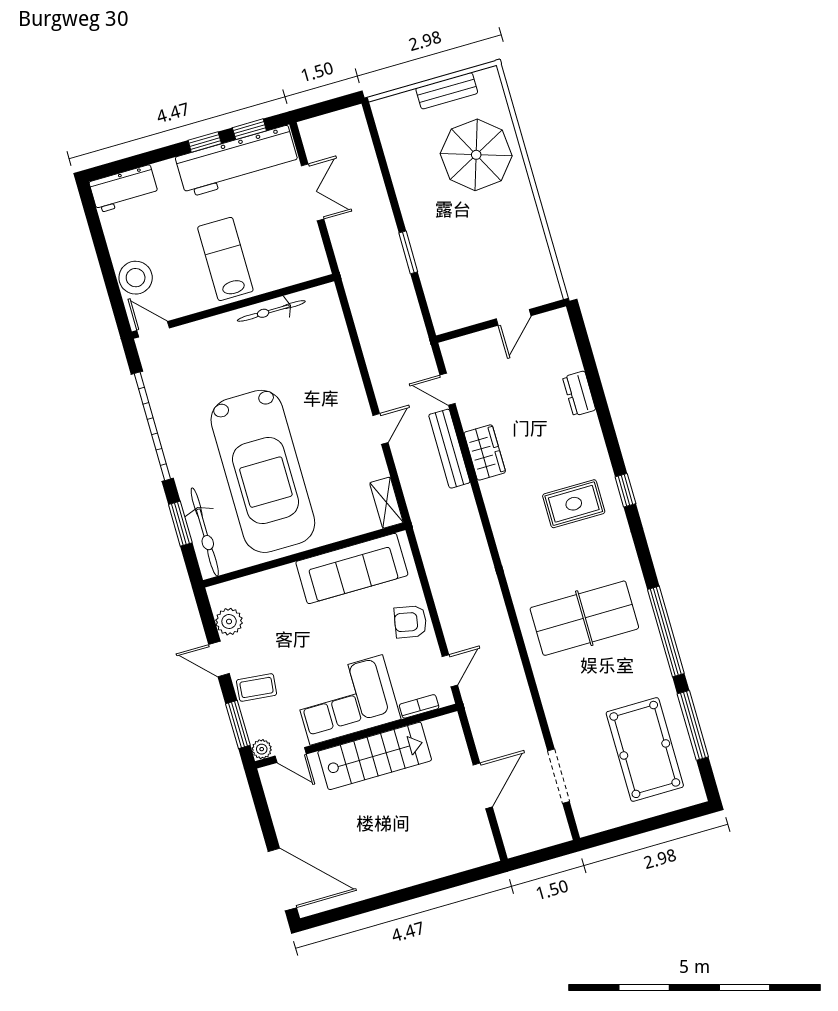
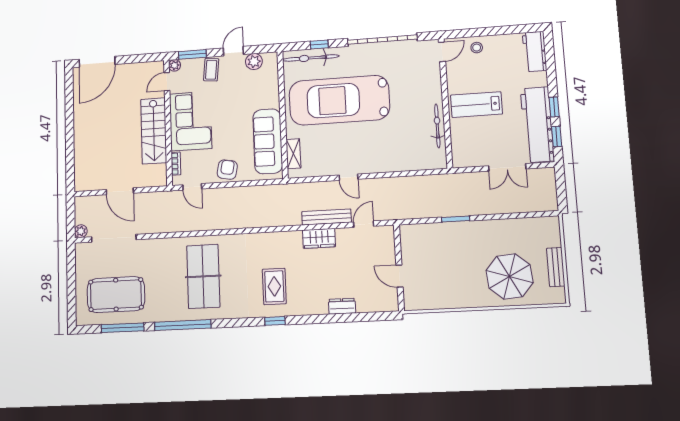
lab bench: (225, 259) -> (476, 105), turned 180
stool: (136, 278) -> (477, 48), width x0.53, depth x0.53
shelving: (386, 503) -> (293, 154), moved, turned 90
window: (180, 524) -> (319, 45), width x0.67
doorway: (558, 776) -> (114, 238), width x1.36
plant: (560, 833) -> (81, 231), added

